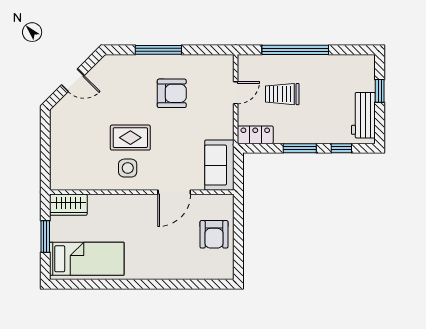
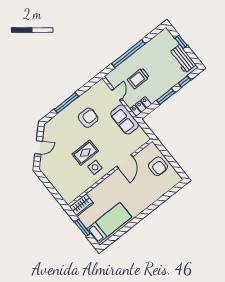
sofa: (219, 165) -> (125, 120), moved

